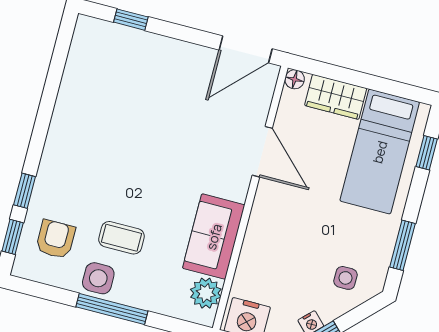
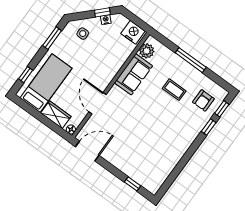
side table: (98, 278) -> (191, 76), removed

